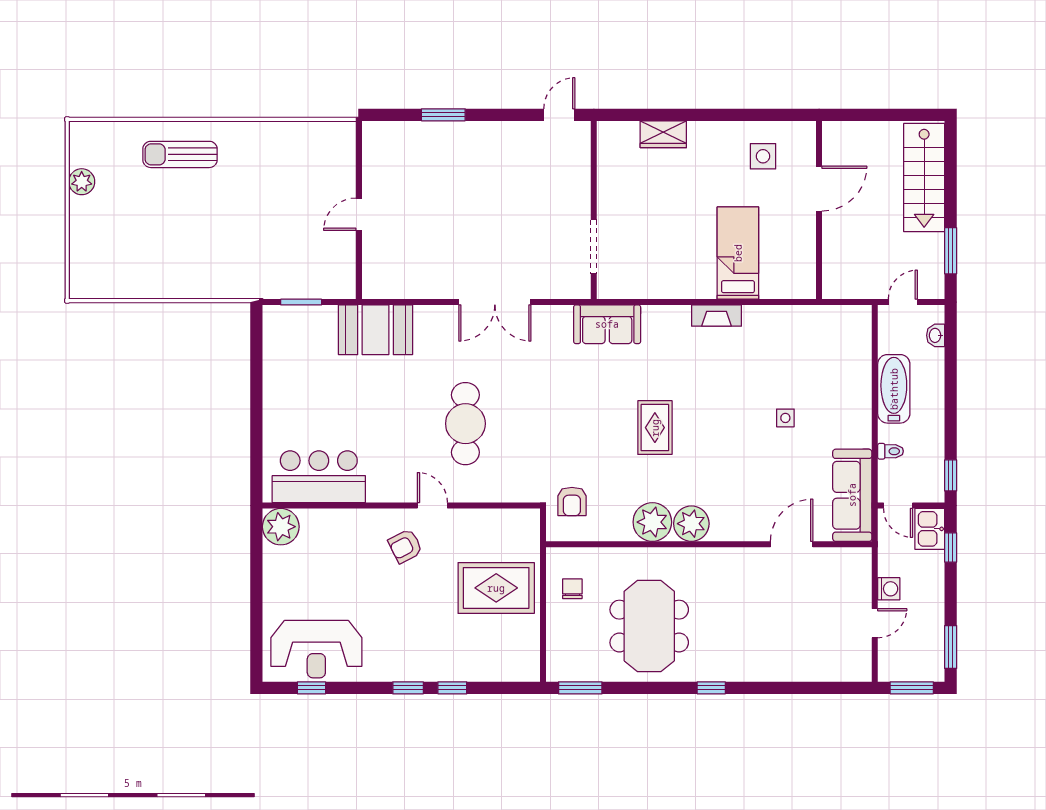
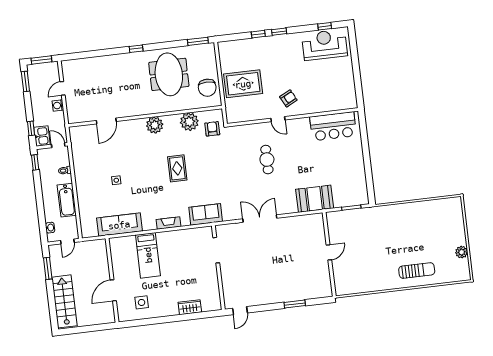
fireplace: (716, 316) -> (169, 223), moved
cafe table: (465, 424) -> (267, 160), width x0.73, depth x0.74
sofa: (852, 495) -> (119, 225), moved, turned -90
plant: (652, 522) -> (189, 122), moved
plant: (281, 527) -> (348, 101), removed
chair: (572, 589) -> (207, 88), width x1.87, depth x1.87

